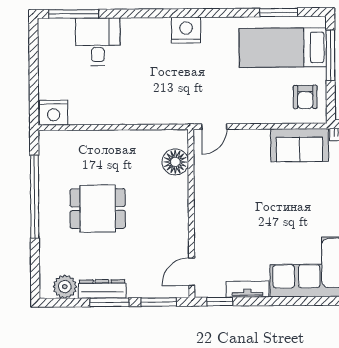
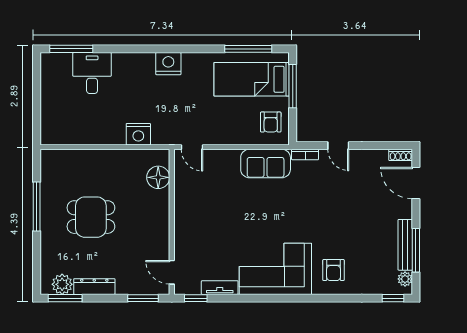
window: (279, 12) -> (248, 49), width x1.44
nightstand: (54, 113) -> (138, 134), moved
door: (214, 127) -> (192, 147), hinge flipped
window: (35, 197) -> (37, 206), width x0.68
door: (192, 272) -> (172, 272), hinge flipped
window: (109, 302) -> (65, 298), moved

